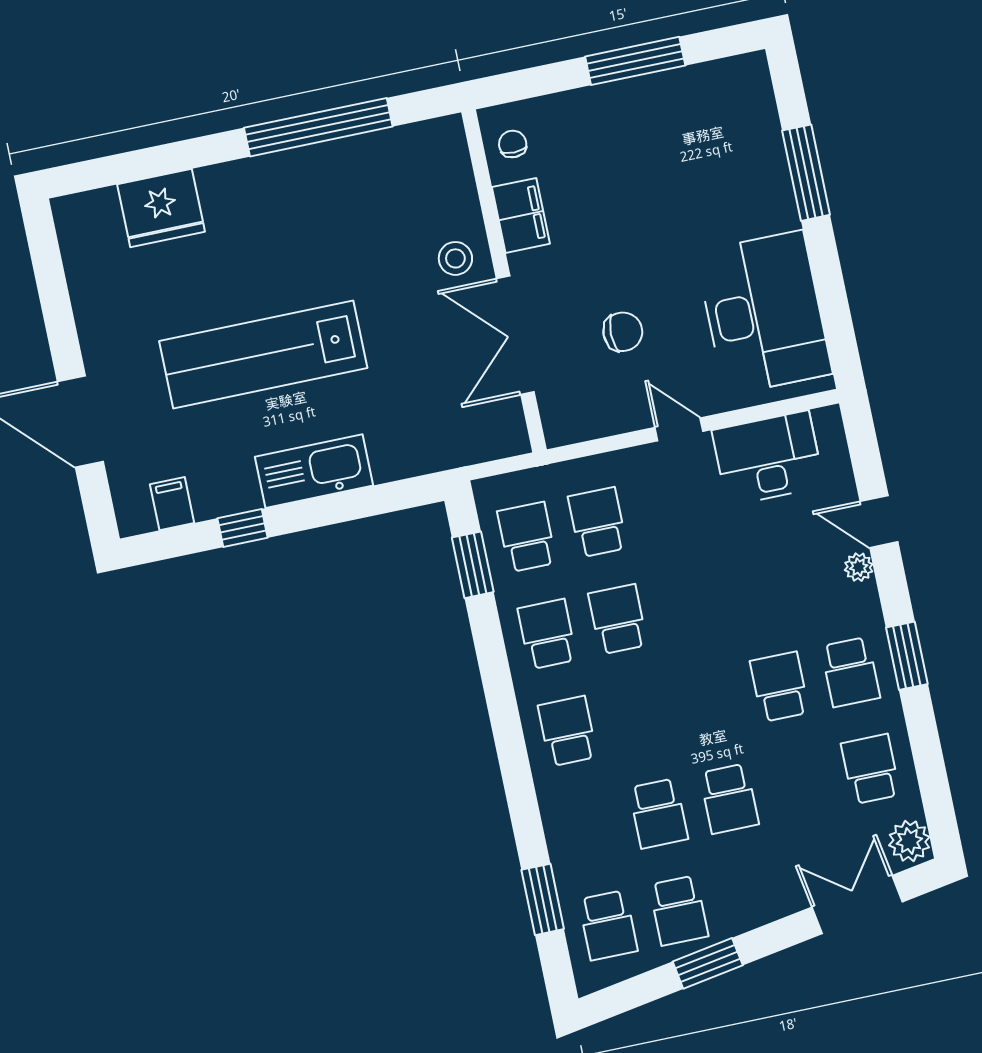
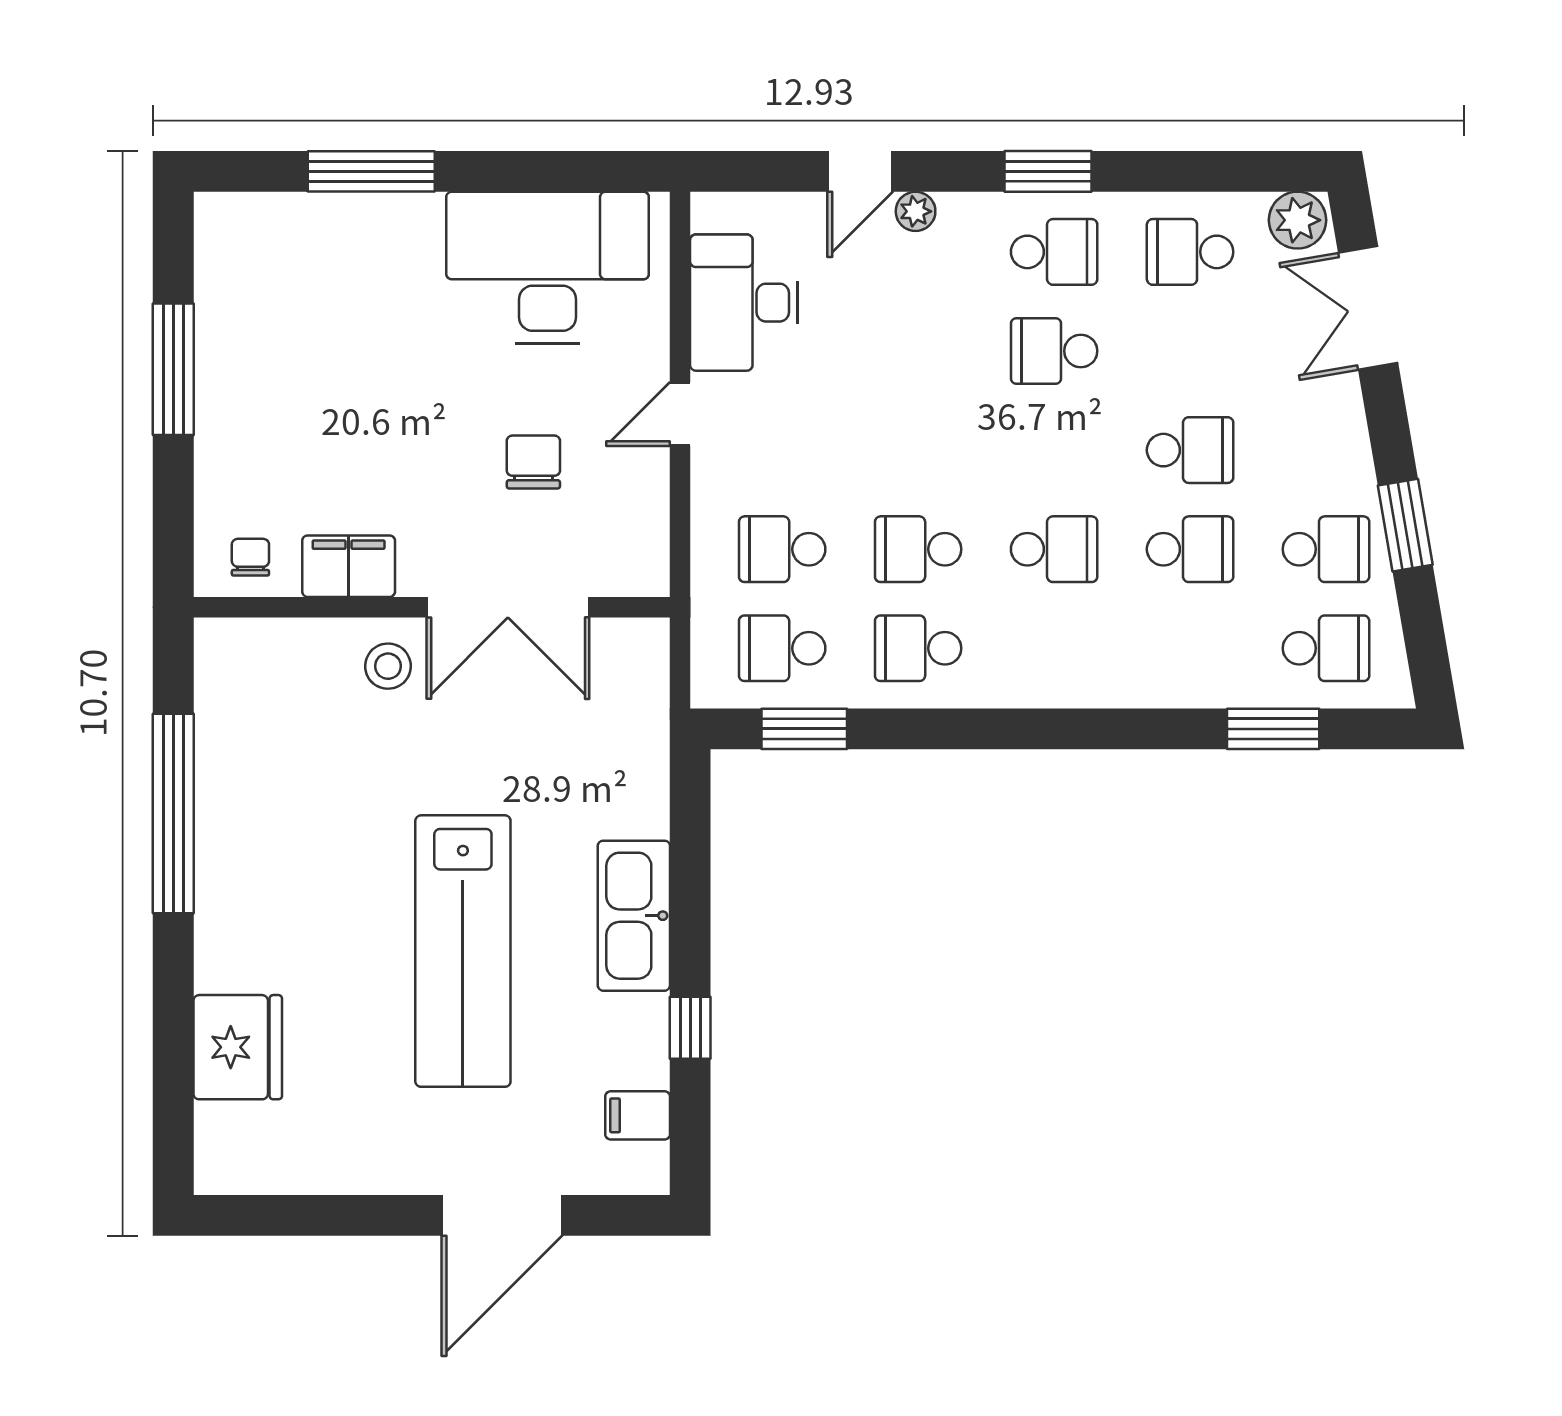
chair: (513, 144) -> (250, 557), turned 90
school desk: (567, 731) -> (1054, 549), moved, turned 180

